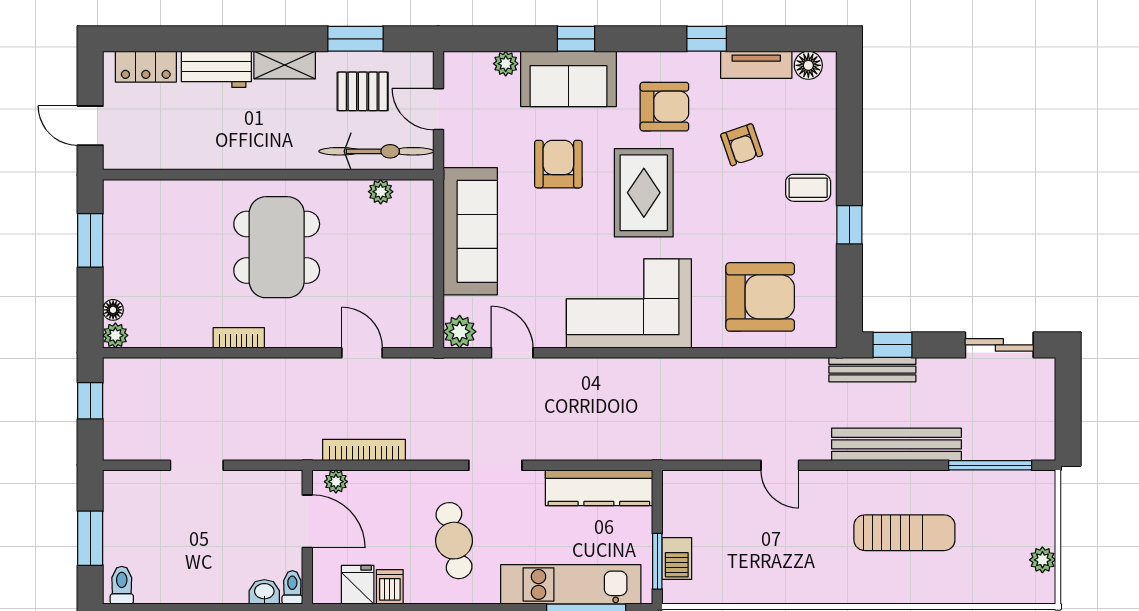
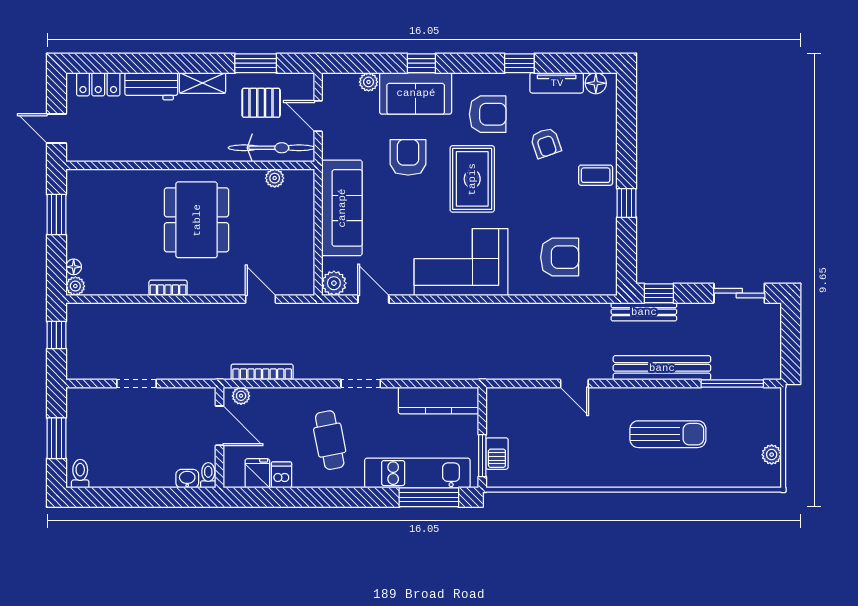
armchair: (760, 297) -> (560, 257), width x0.73, depth x0.73

